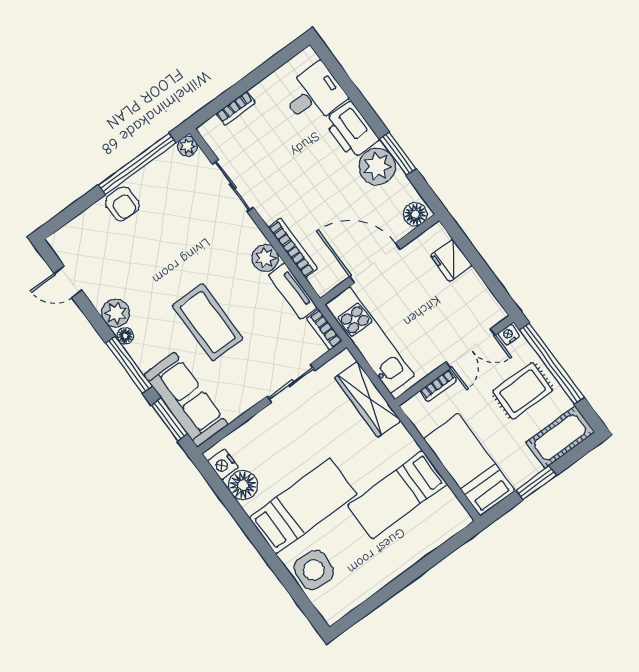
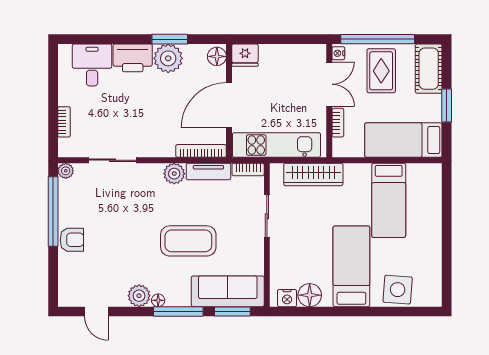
bookcase: (293, 248) -> (201, 151), moved
fridge: (451, 261) -> (245, 55), moved
door: (68, 282) -> (96, 312), hinge flipped

